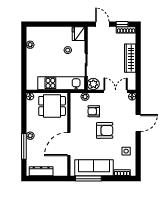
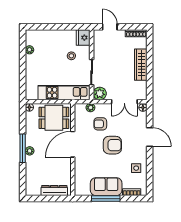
window: (122, 24) -> (132, 27), removed
double door: (116, 91) -> (124, 102), swing flipped
door: (138, 123) -> (150, 137), hinge flipped
door: (69, 144) -> (73, 144), moved
window: (24, 146) -> (23, 148), moved
sofa: (94, 168) -> (106, 187), width x0.73
dresser: (41, 171) -> (54, 191), moved
window: (88, 179) -> (106, 199), moved

